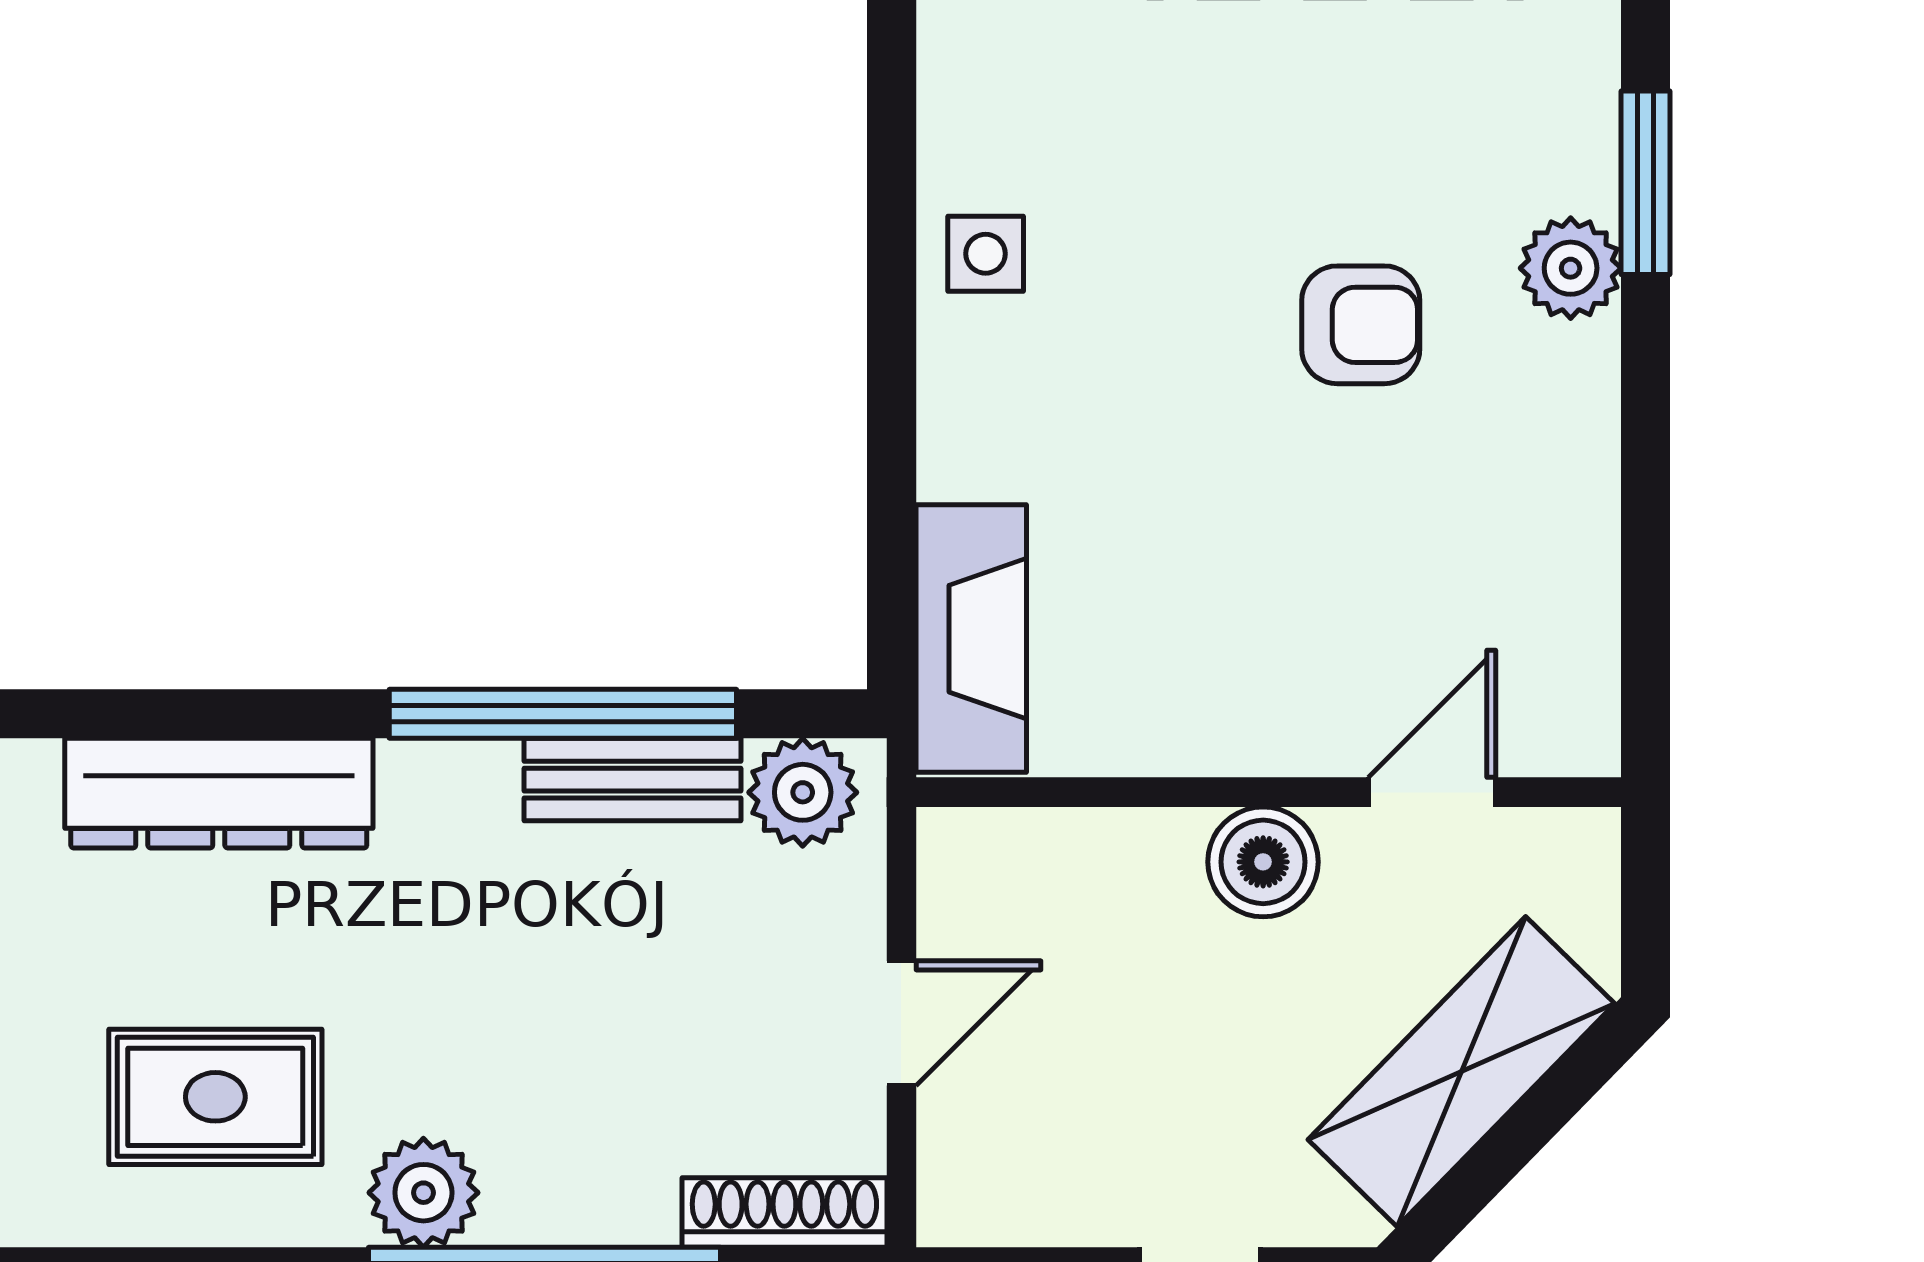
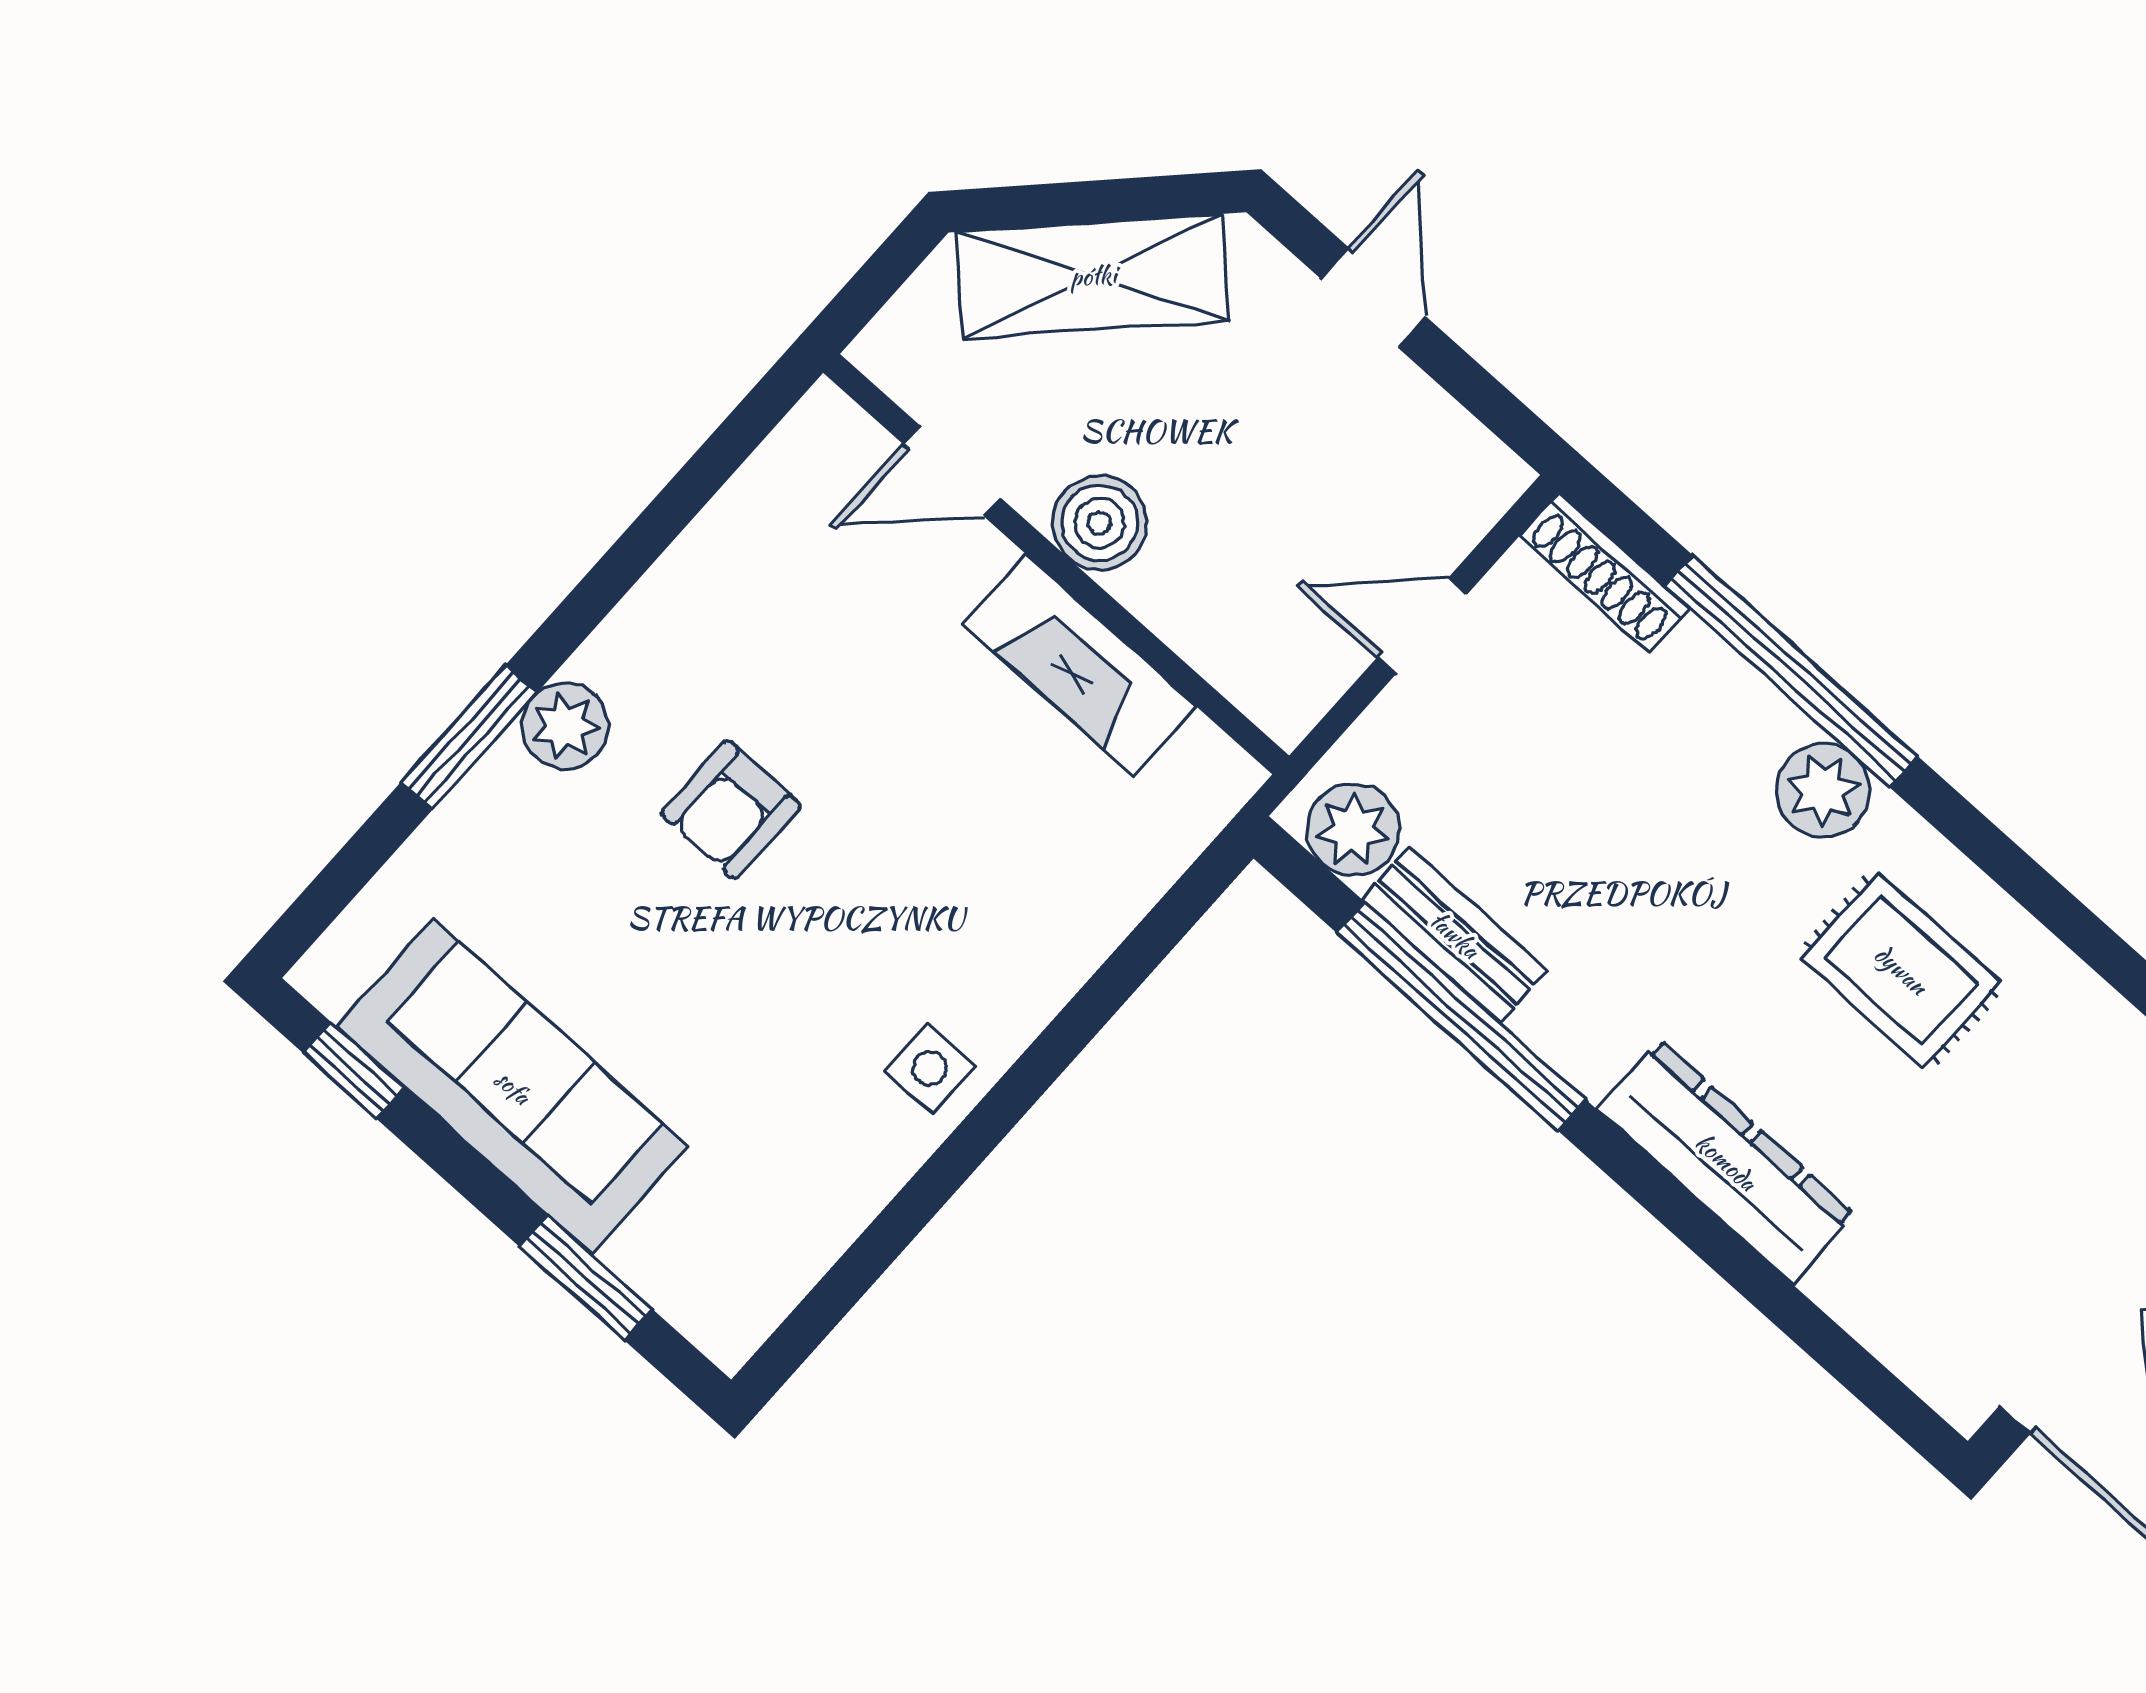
armchair: (1361, 325) -> (731, 810), turned -90
fireplace: (971, 639) -> (1079, 665), moved, turned -90

